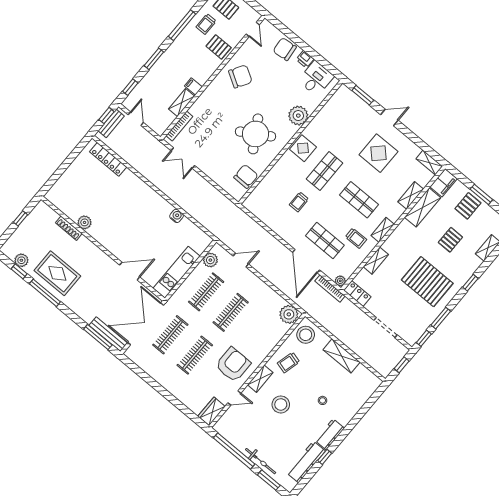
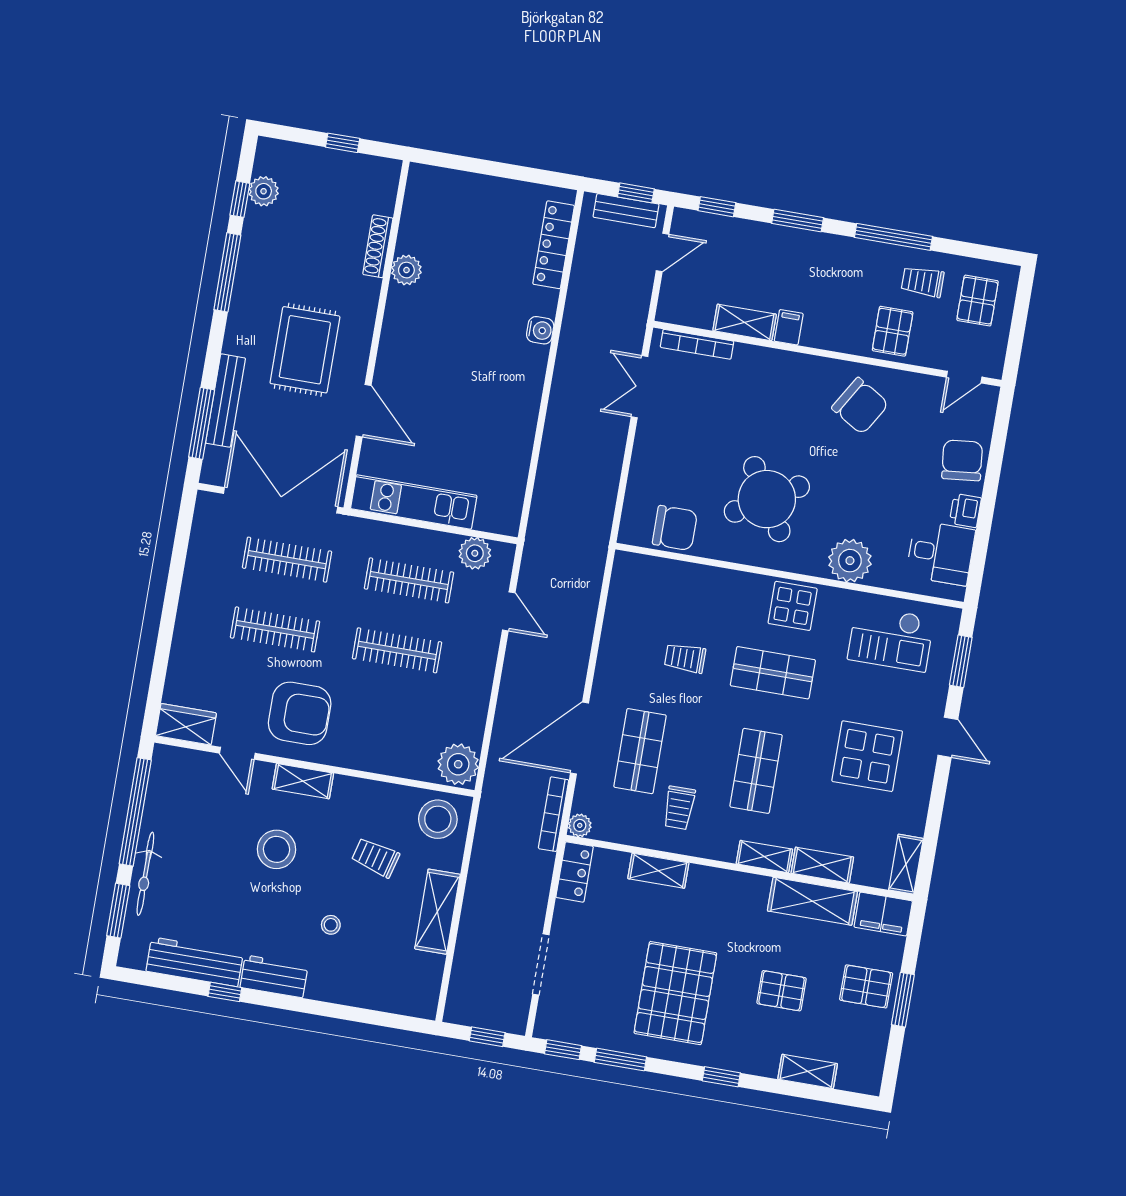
checkout: (338, 117) -> (891, 638), added
water cooler: (177, 216) -> (540, 330), moved
shelving: (383, 230) -> (764, 857), moved
rug: (57, 273) -> (305, 350), moved
bench: (108, 334) -> (226, 401), moved
trolley: (288, 363) -> (375, 858), moved

